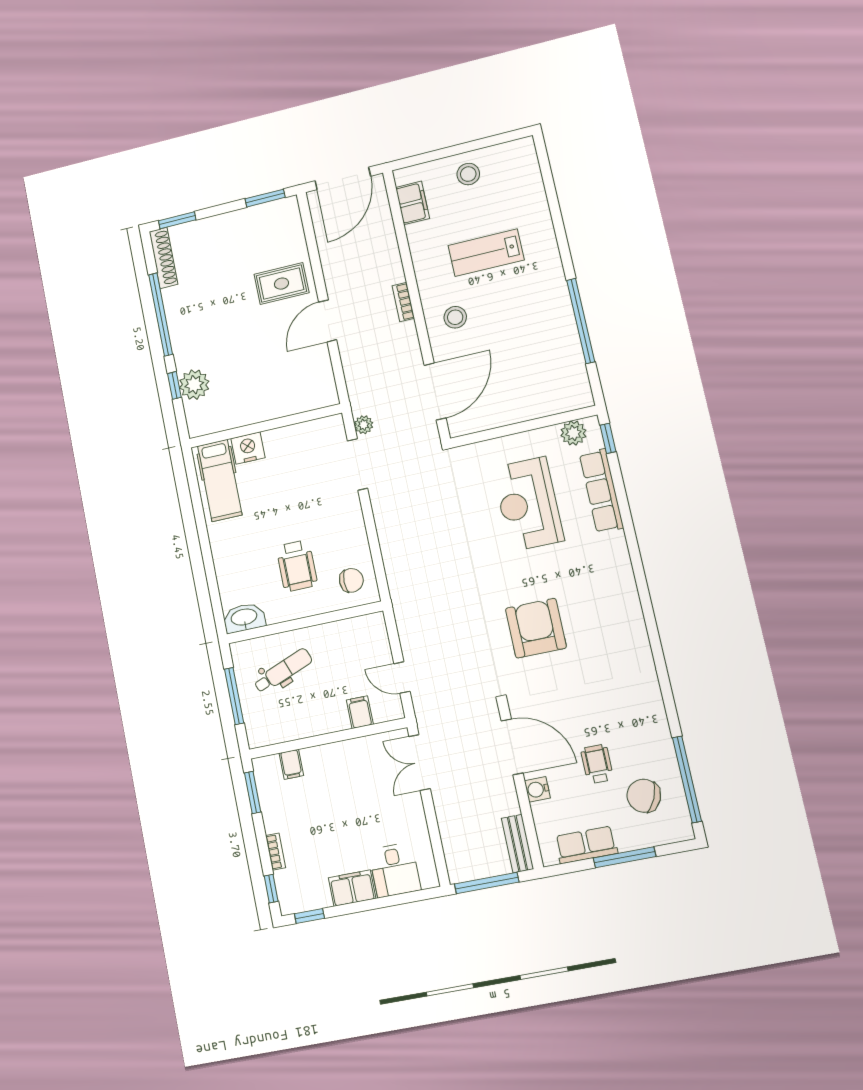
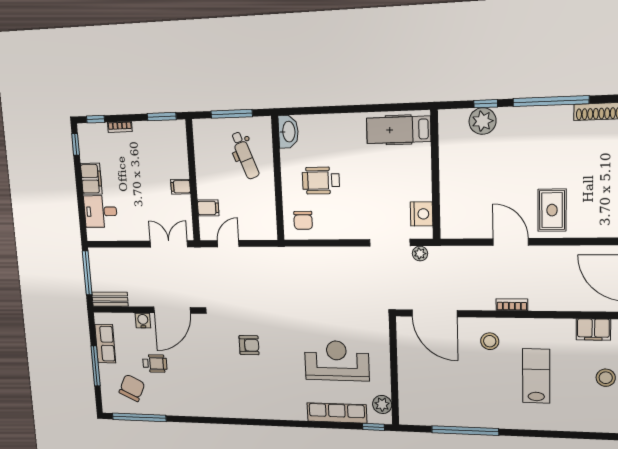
nightstand: (248, 448) -> (422, 214), moved
armchair: (536, 628) -> (249, 345), width x0.53, depth x0.53
filing cabinet: (291, 764) -> (181, 187), moved

